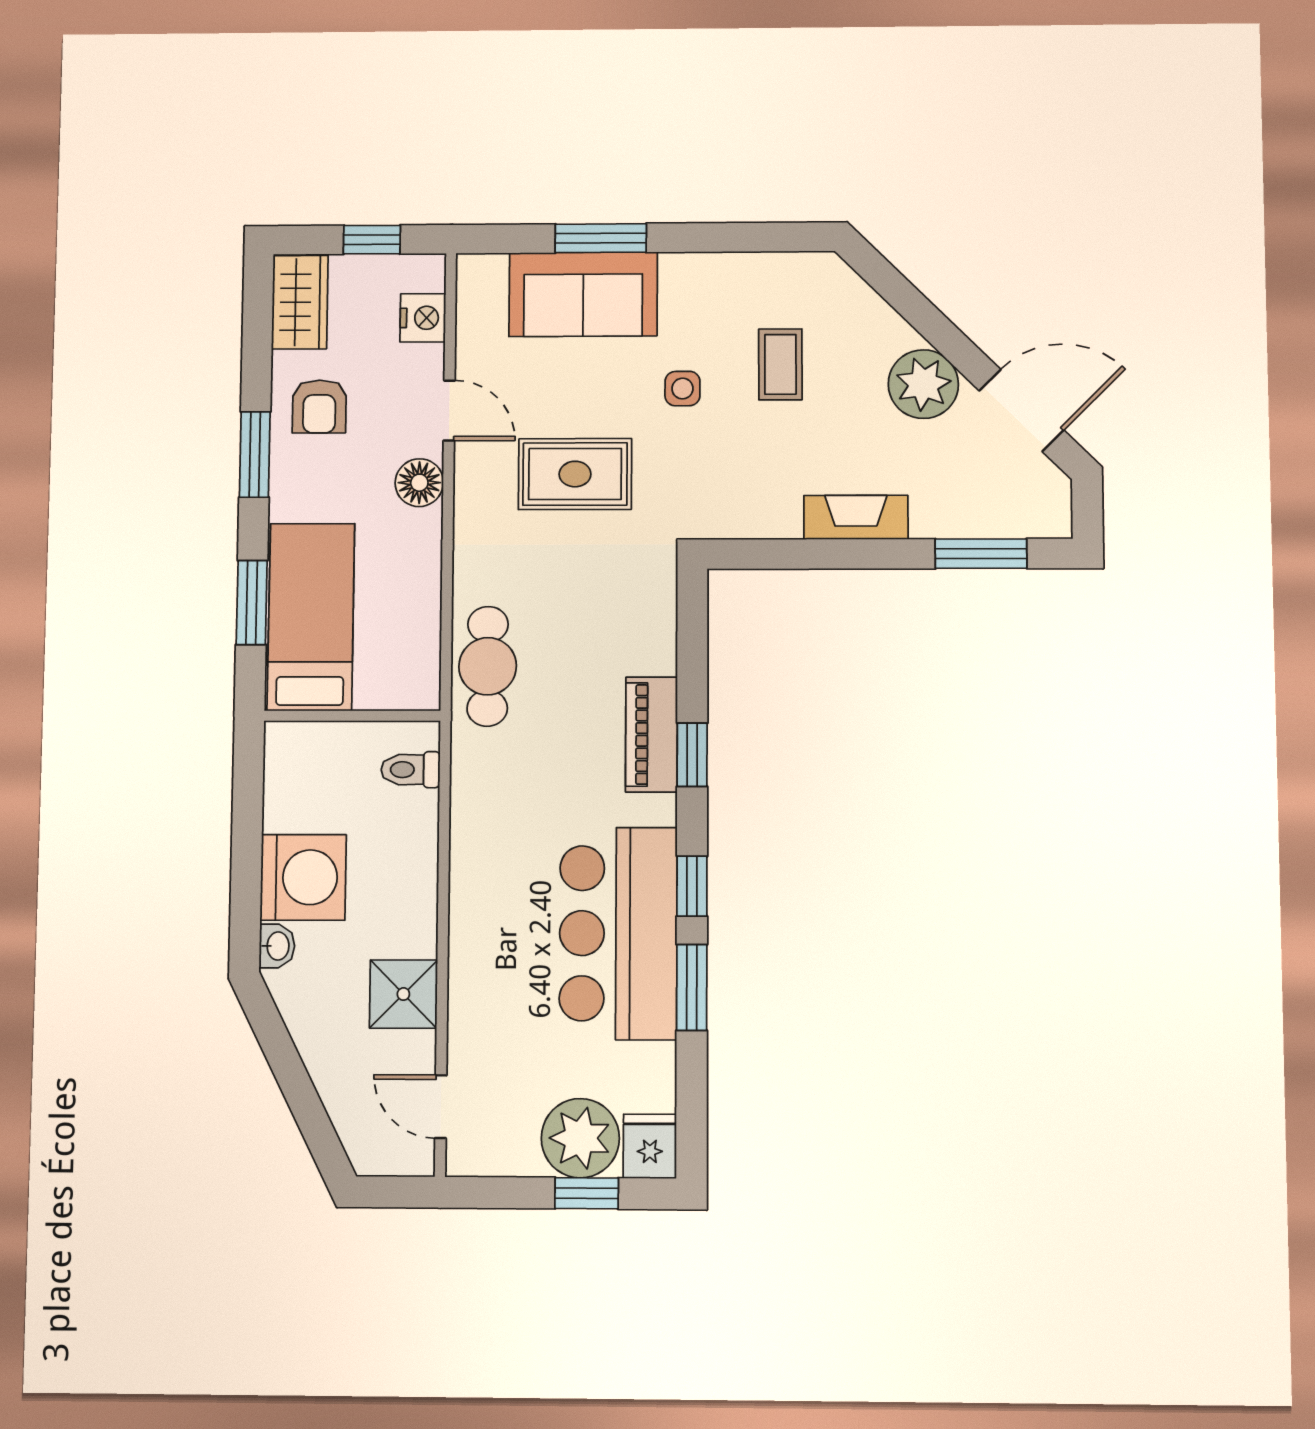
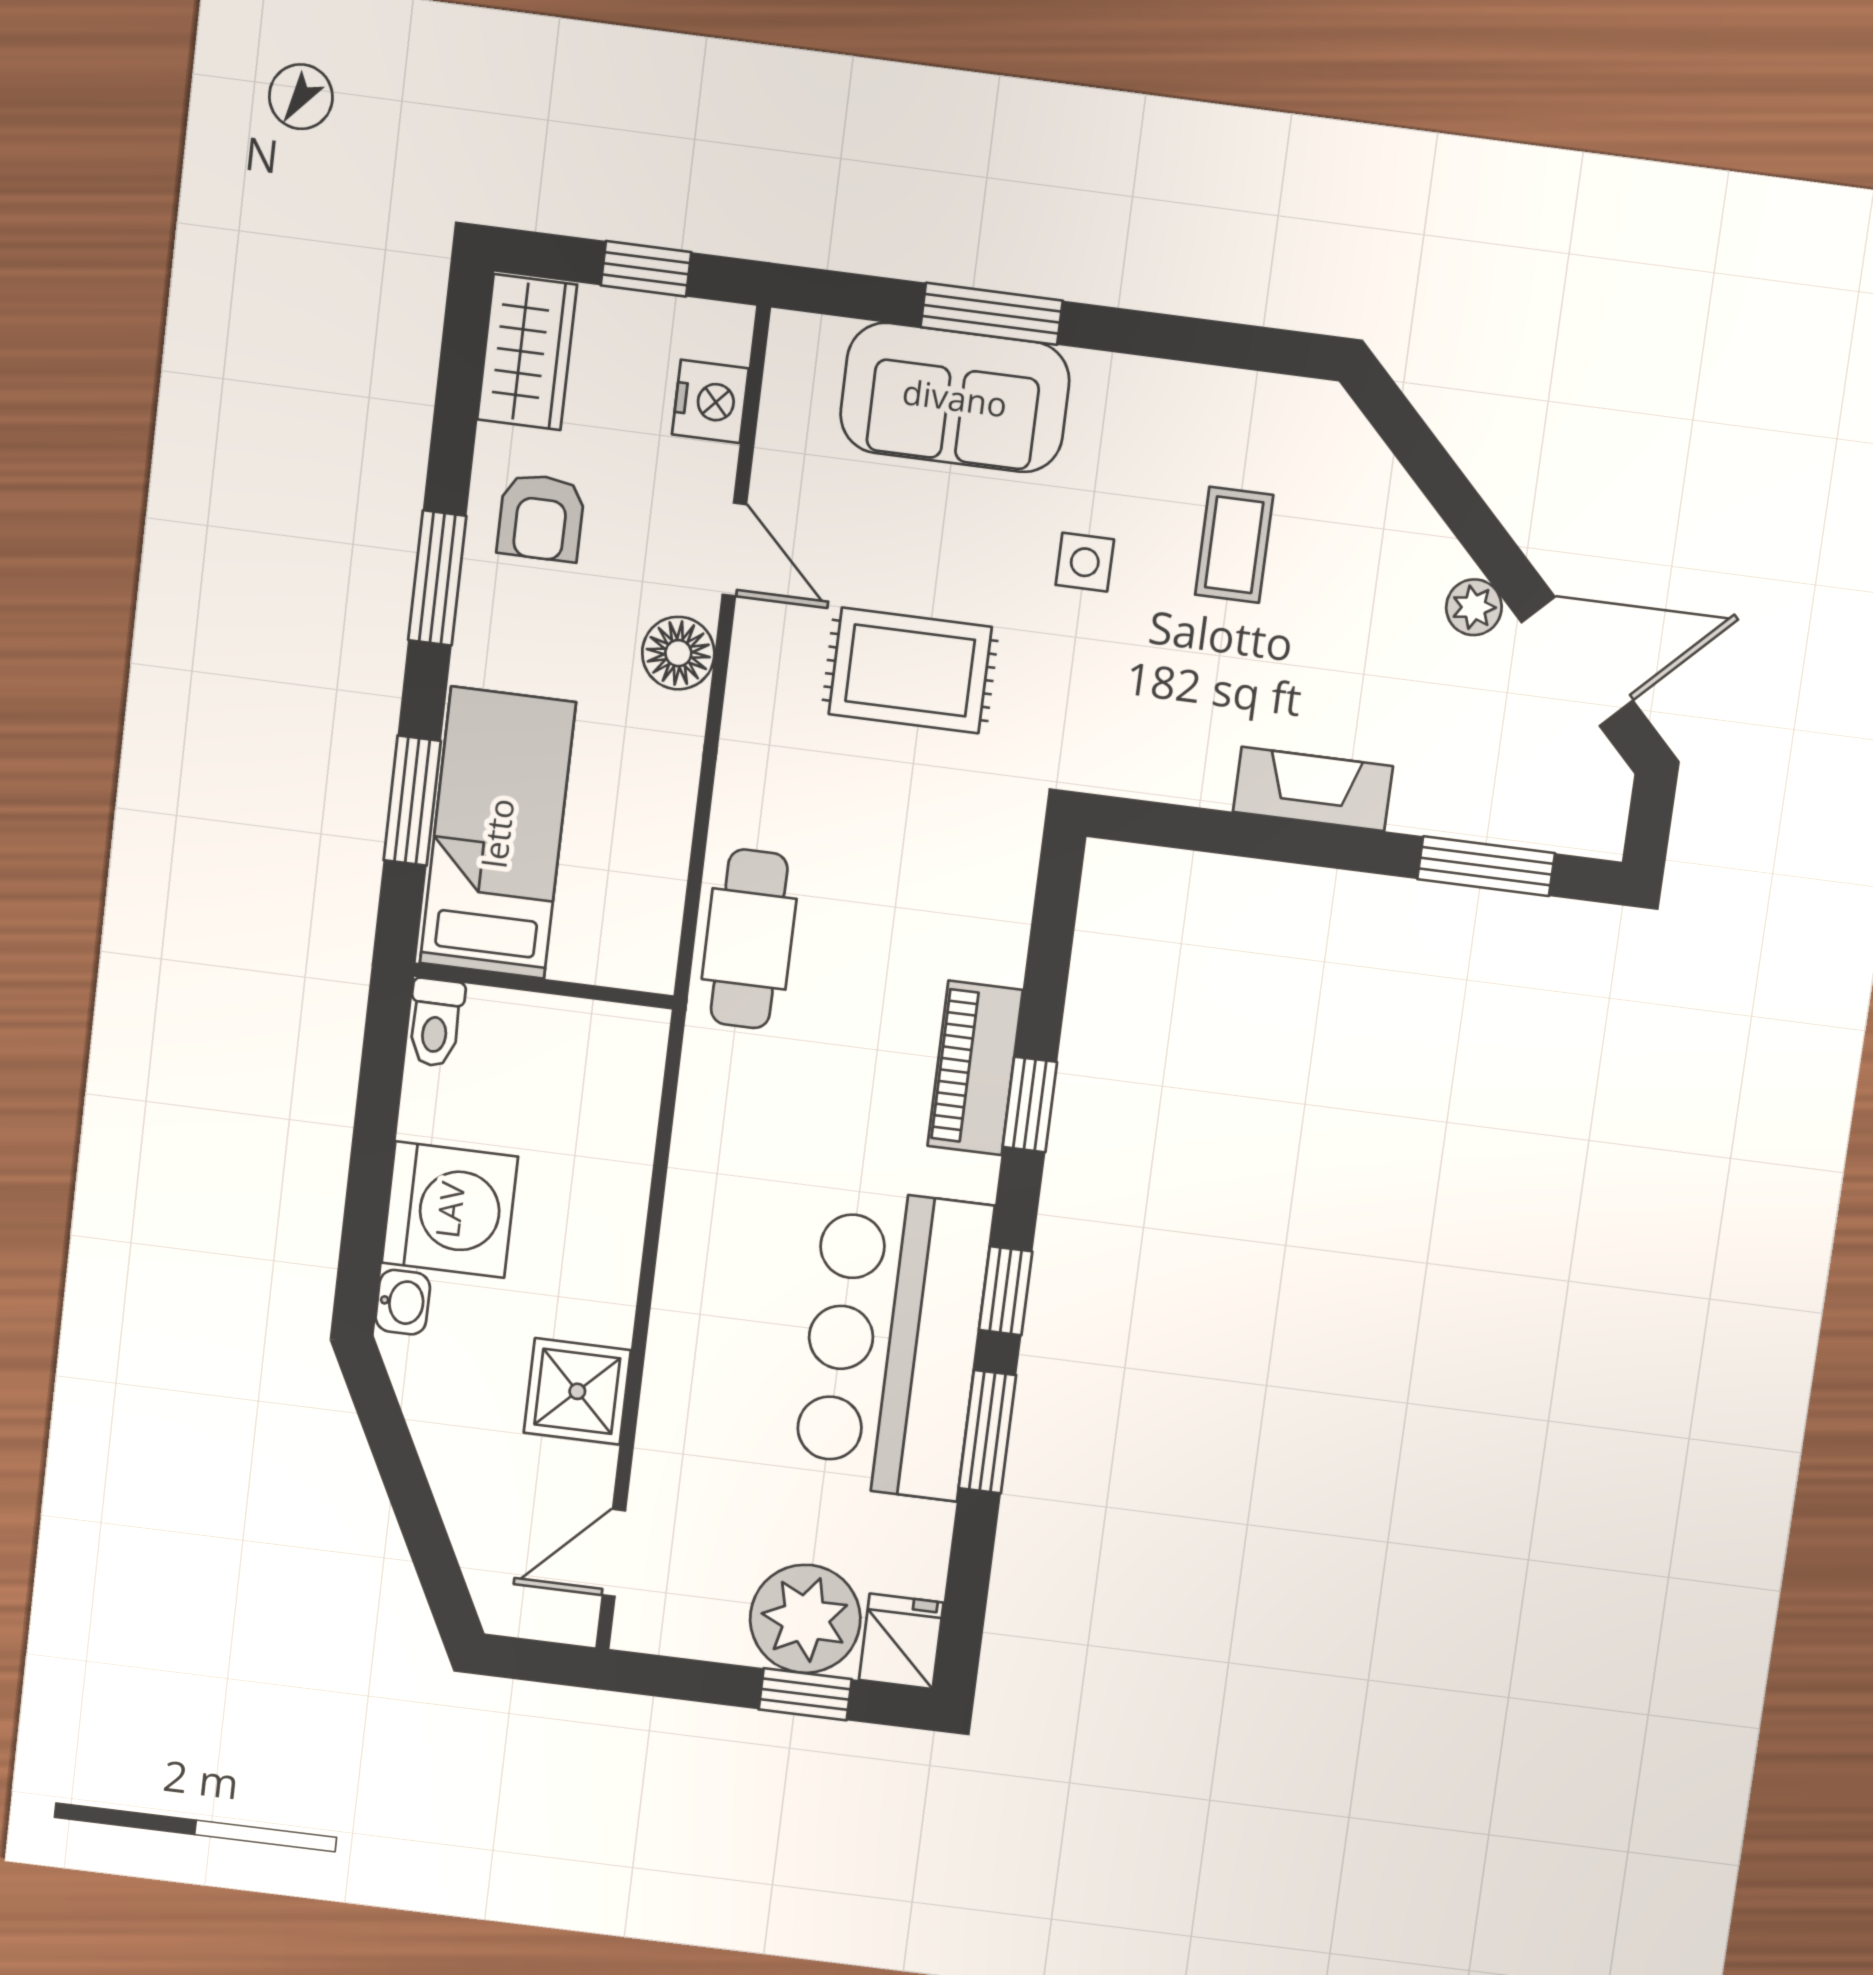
plant: (923, 384) -> (1474, 607), width x0.53, depth x0.53
toilet: (411, 770) -> (435, 1023), moved, turned -90
door: (441, 1107) -> (614, 1553), hinge flipped

